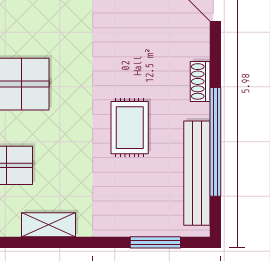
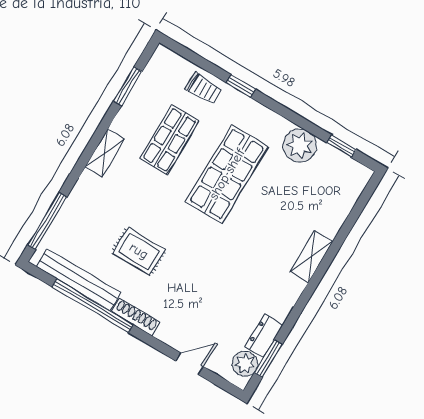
shoe rack: (200, 81) -> (136, 317), width x1.43
window: (155, 242) -> (47, 221), width x1.44

